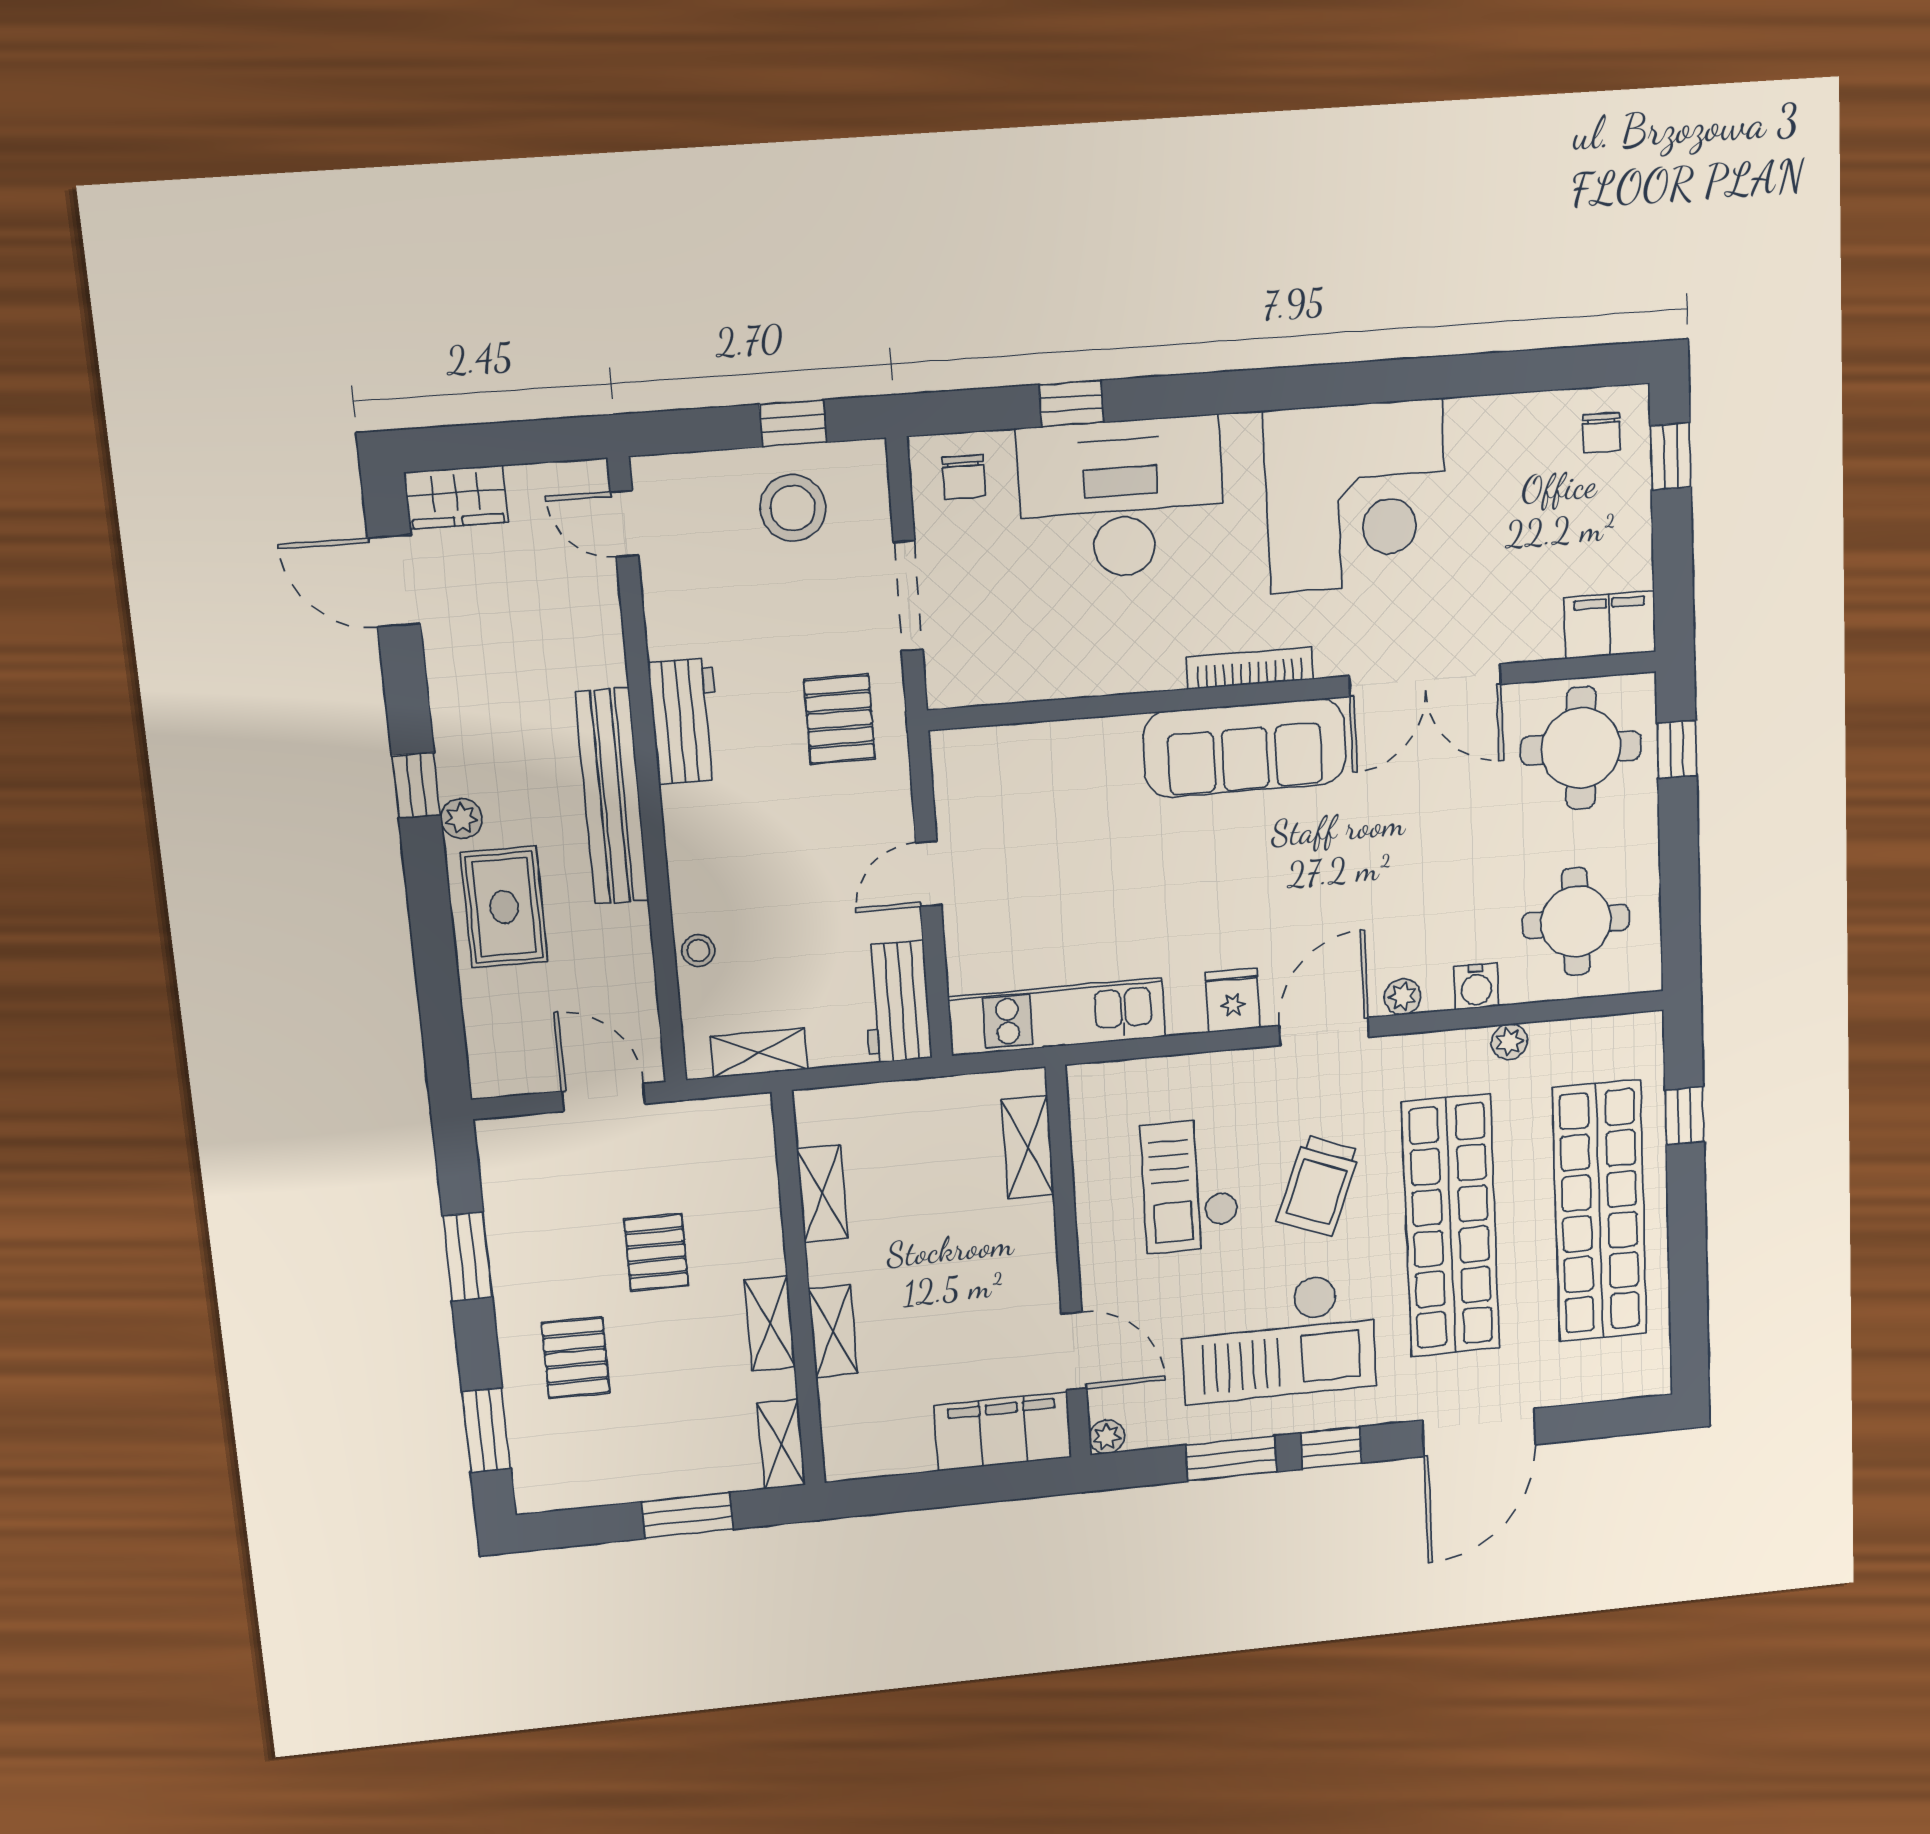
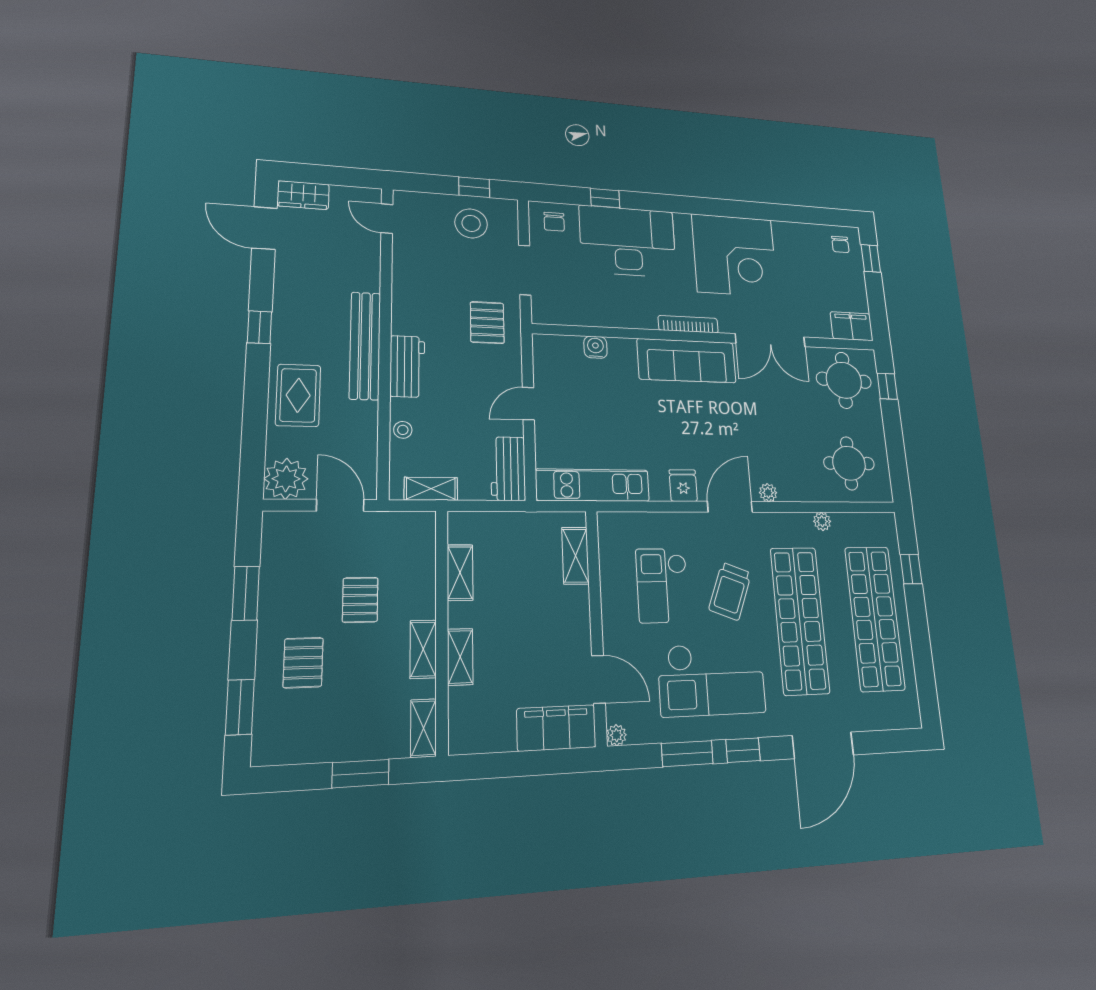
workbench: (685, 721) -> (407, 366), moved
plant: (461, 819) -> (286, 479), moved, width x1.88, depth x1.88
water cooler: (1476, 986) -> (596, 347), moved, turned 180

